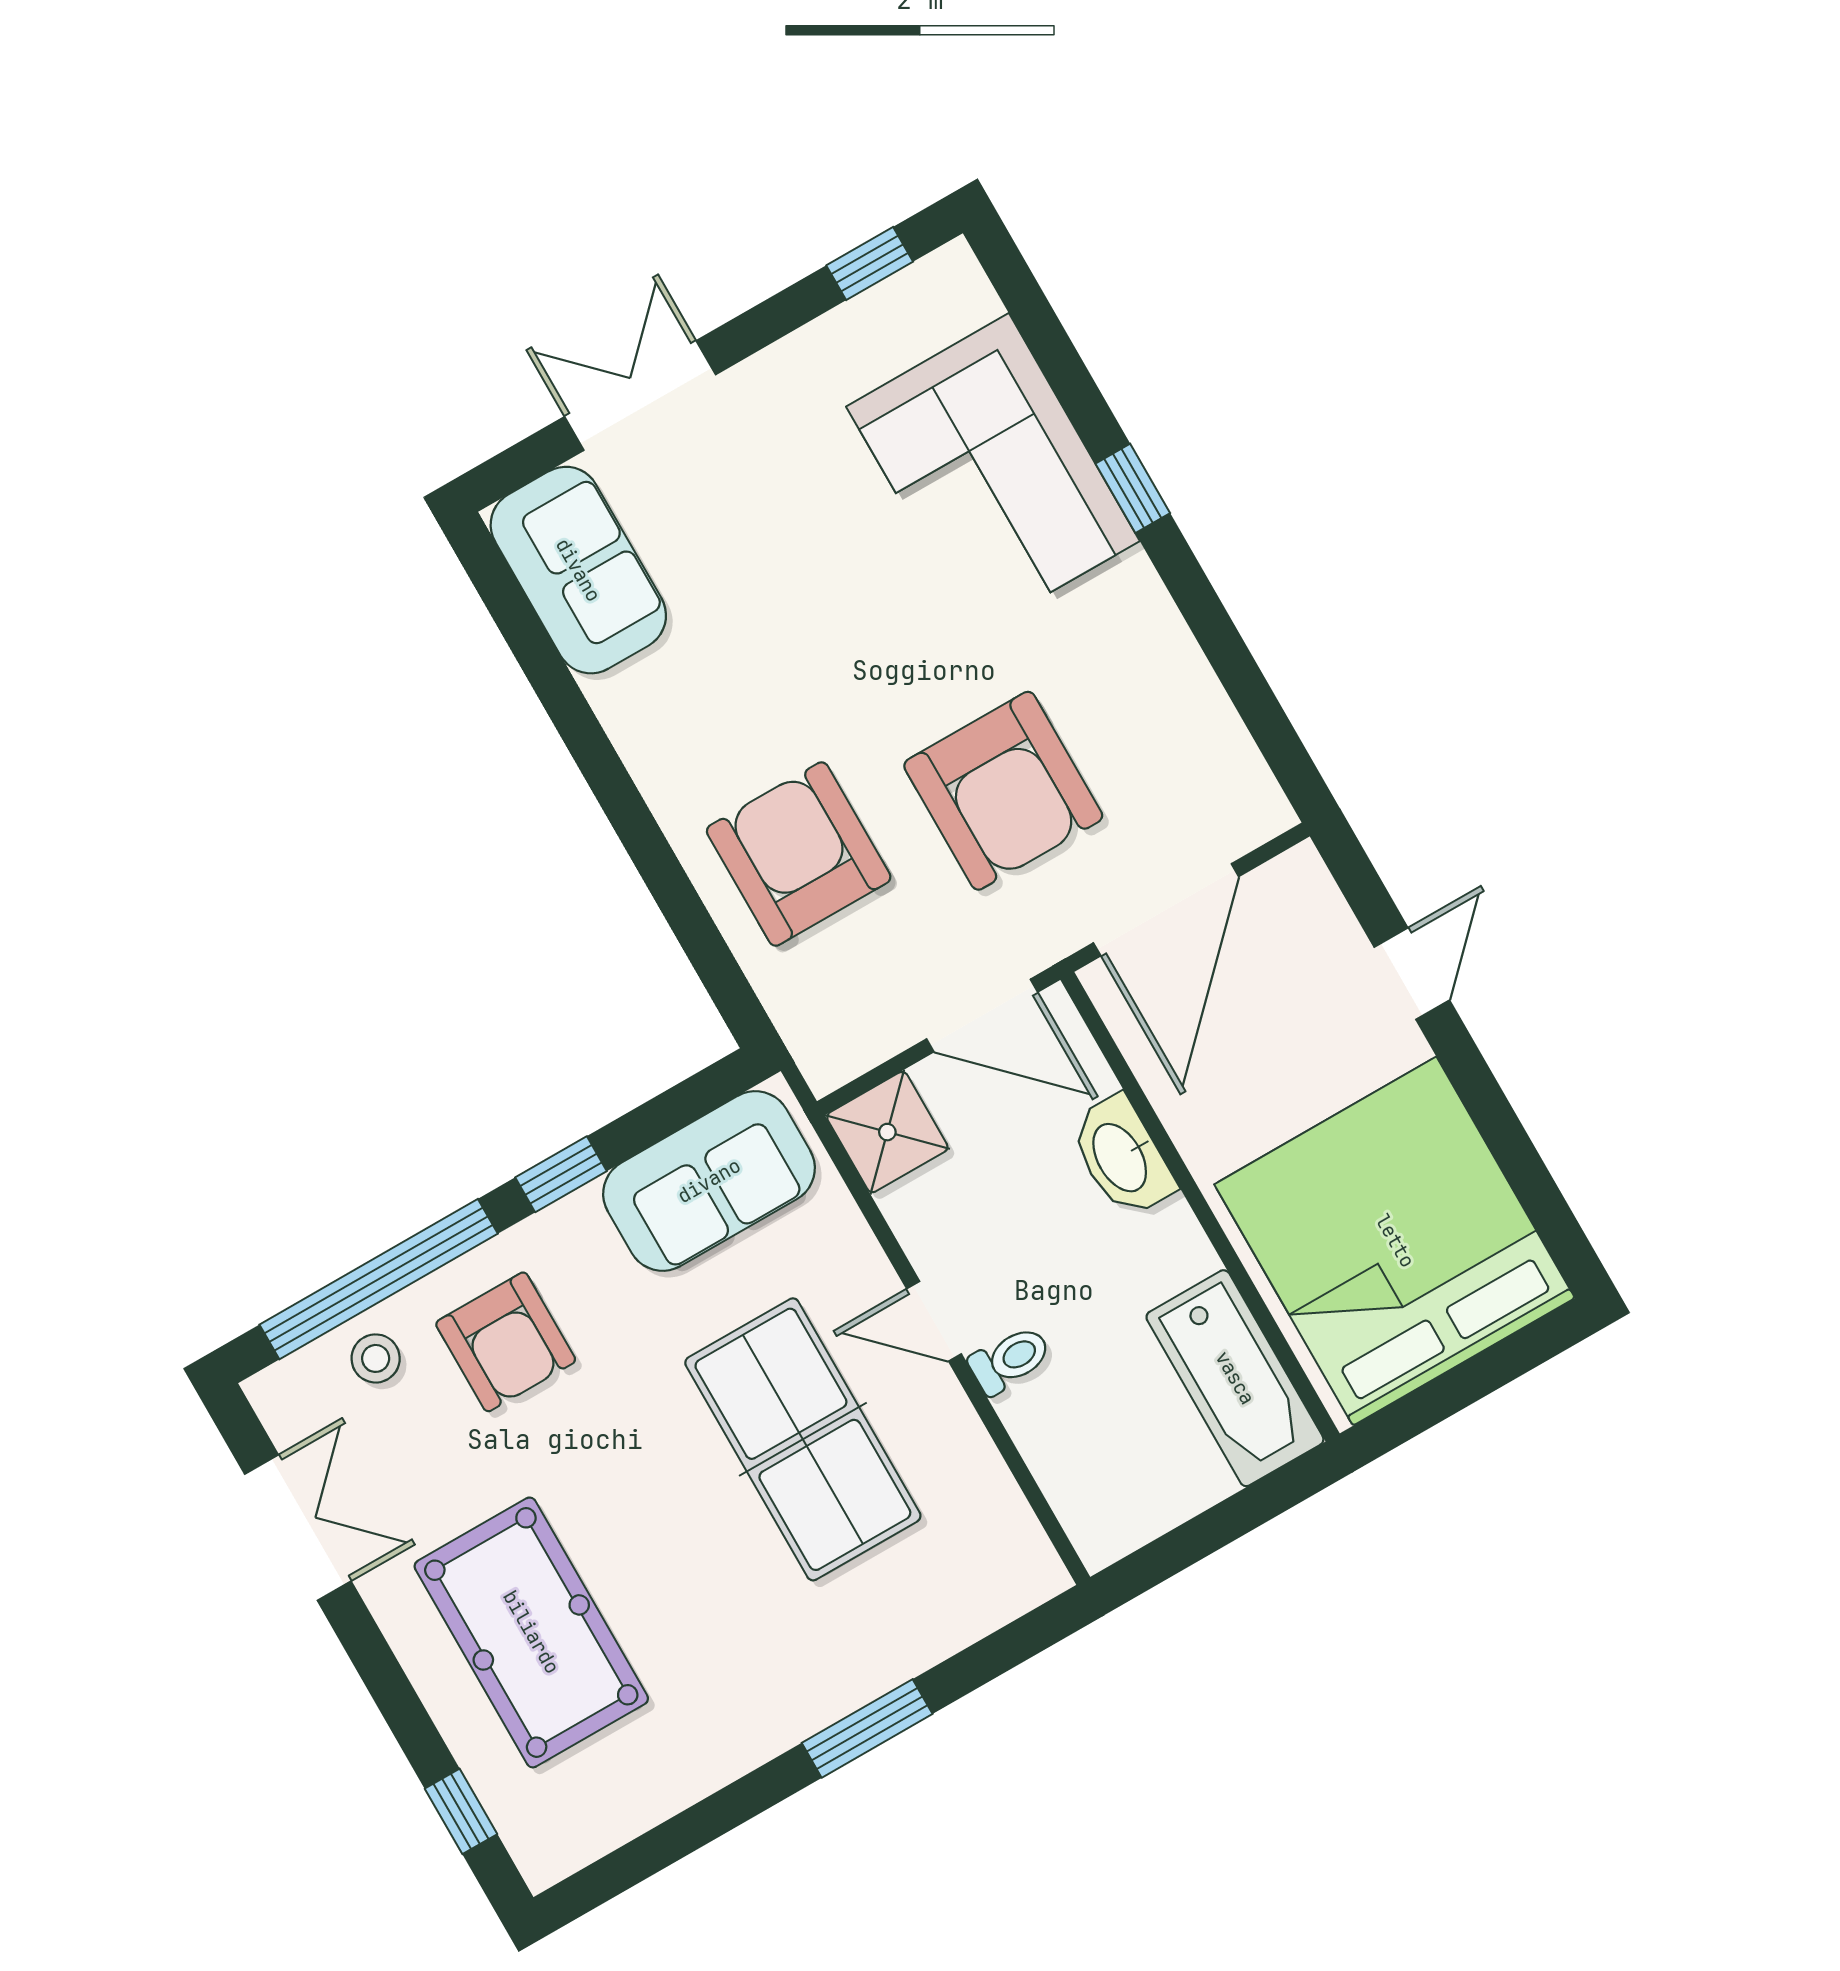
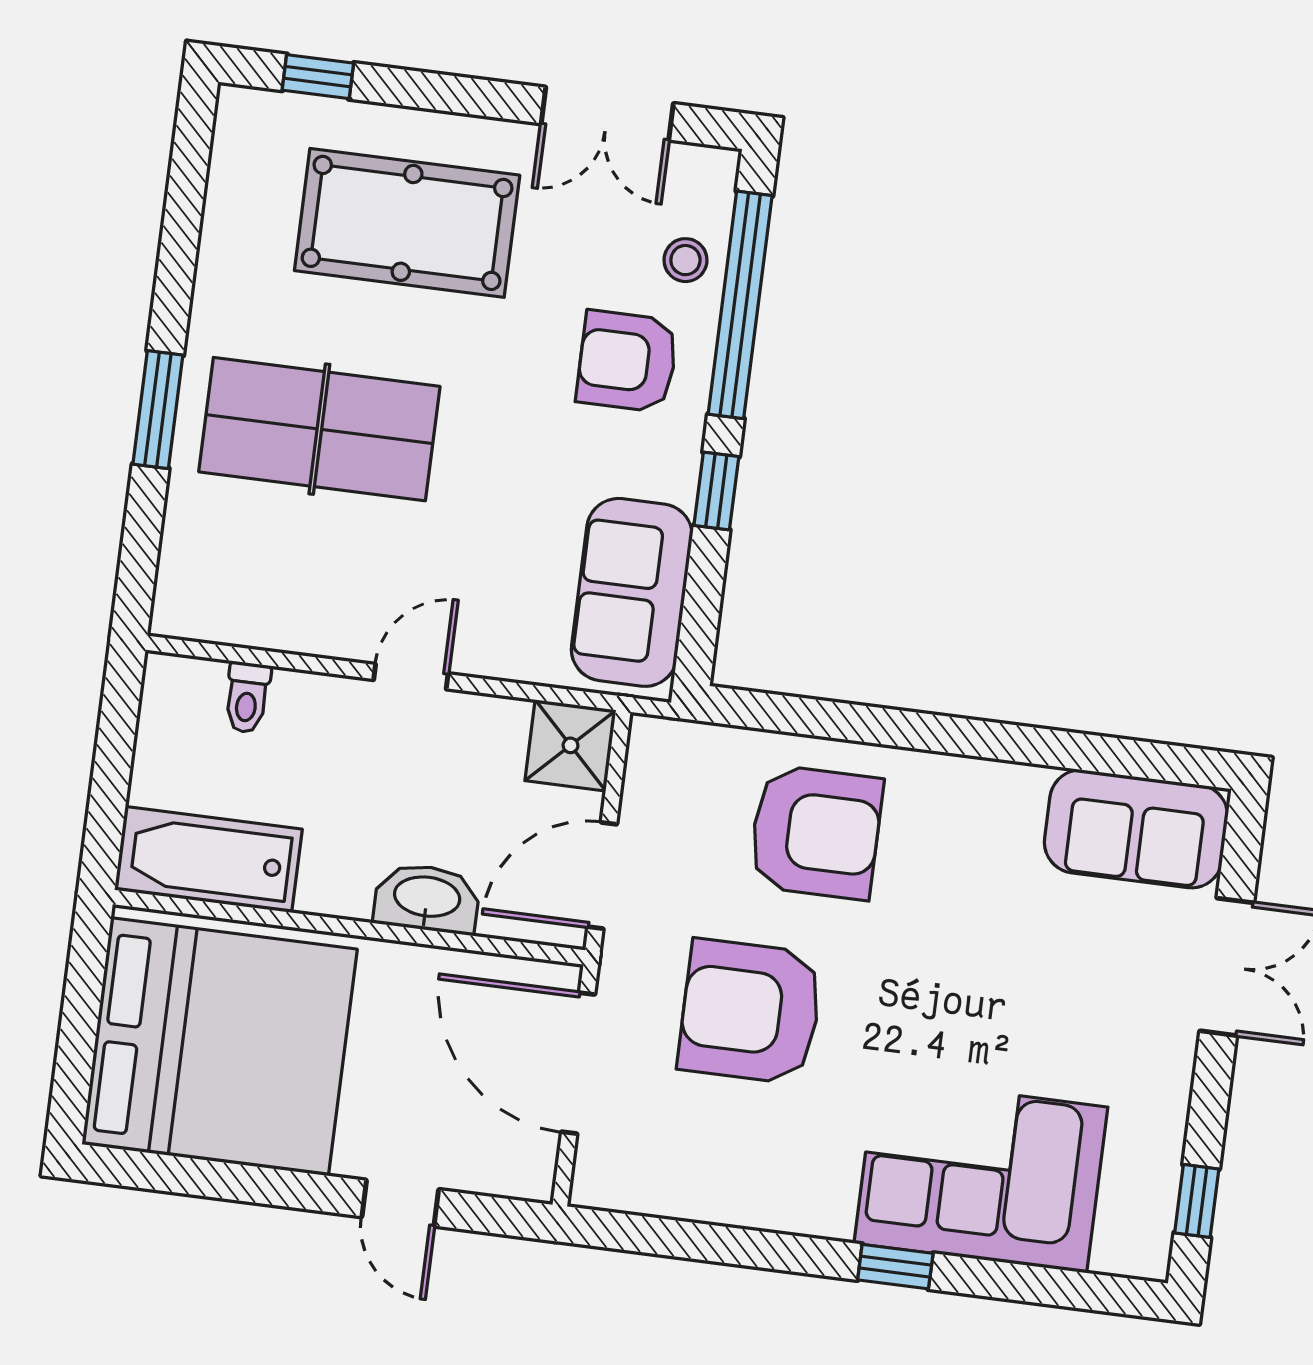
toilet: (1010, 1360) -> (247, 697), moved
table tennis table: (803, 1439) -> (319, 429), moved

